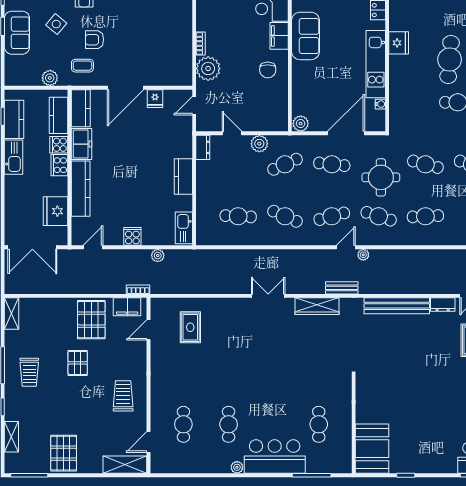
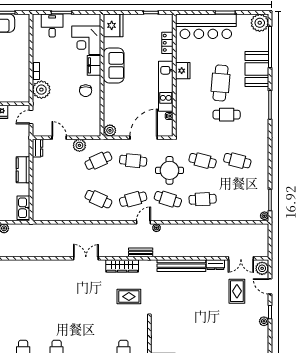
cafe table: (238, 216) -> (64, 199), removed
rug: (190, 327) -> (129, 297), moved, turned 90

